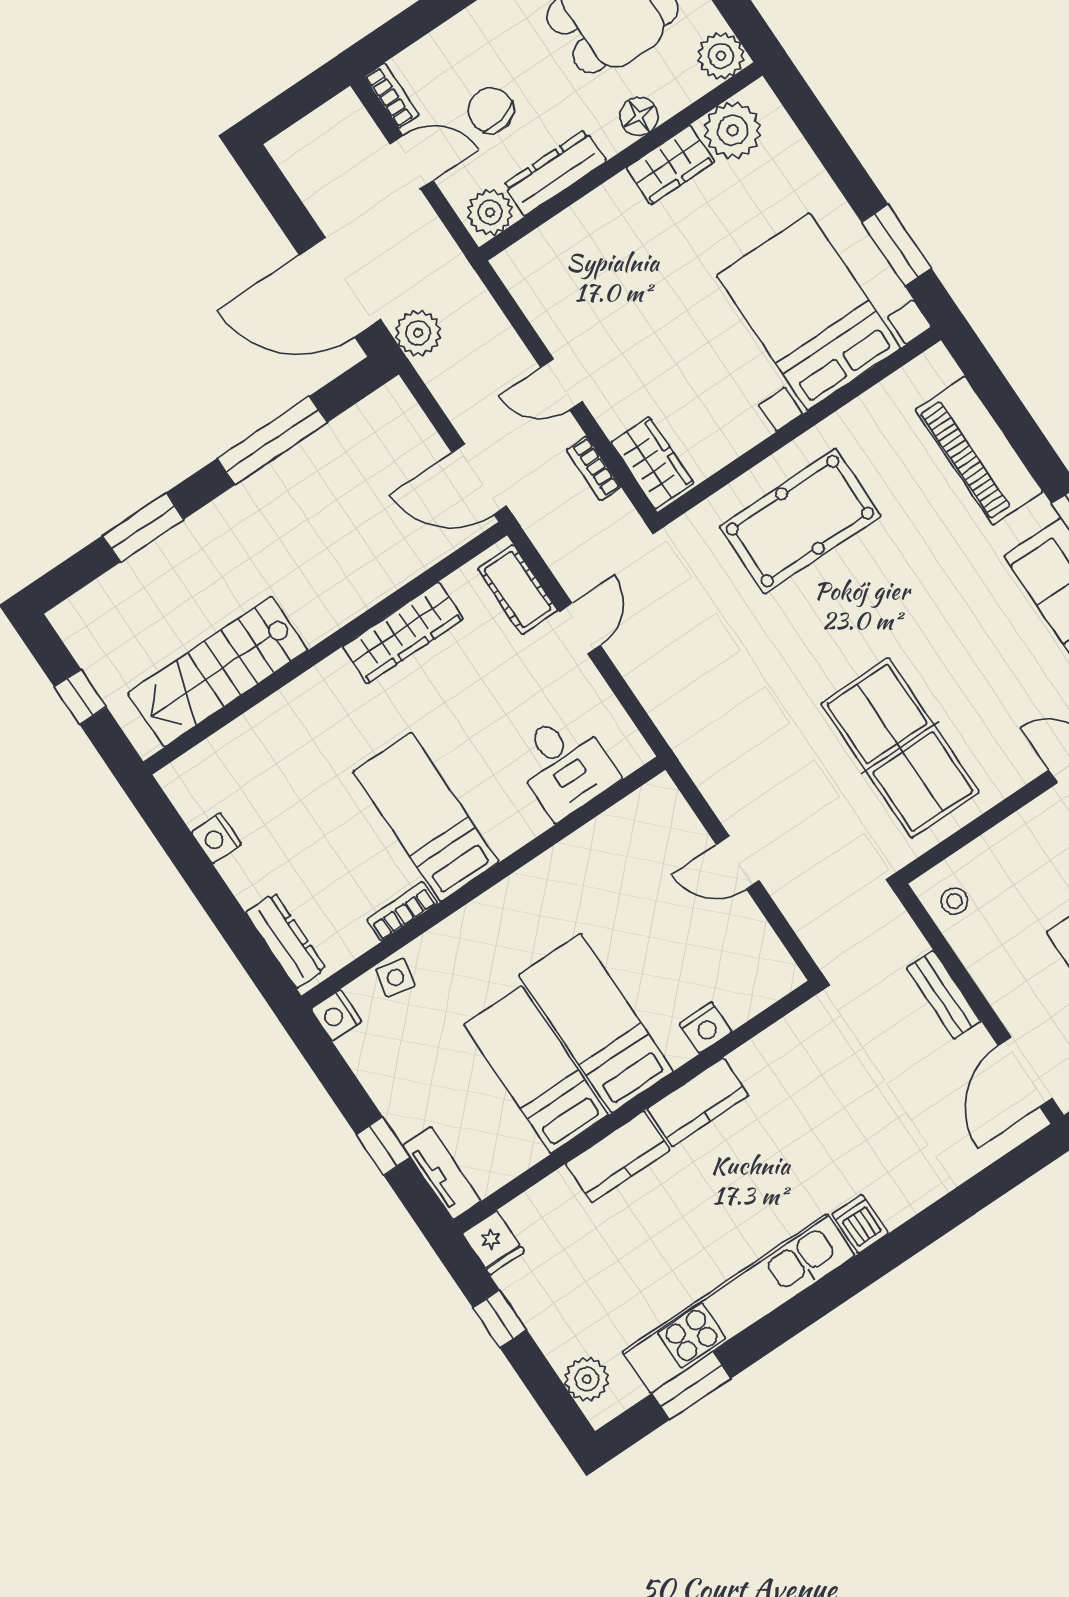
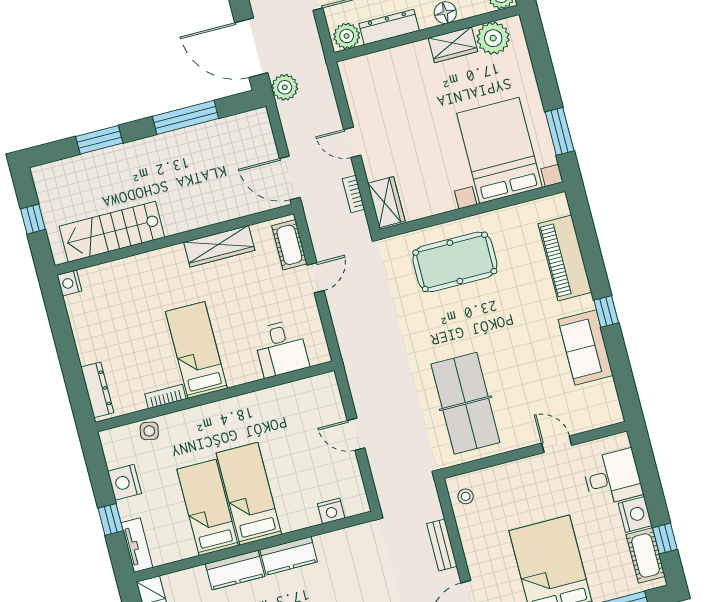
nightstand: (216, 838) -> (69, 283), moved
nightstand: (336, 1015) -> (125, 482), moved, width x1.36, depth x1.33
nightstand: (706, 1028) -> (331, 511), moved

